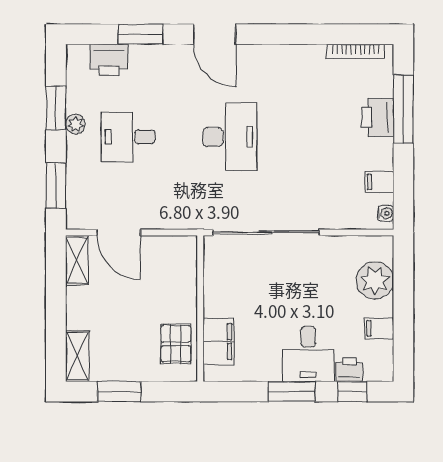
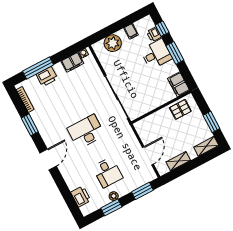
window: (141, 34) -> (30, 125), moved
filing cabinet: (379, 182) -> (72, 62), width x2.00
shelving: (77, 260) -> (178, 161), moved
filing cabinet: (219, 342) -> (179, 84), moved, turned -90

